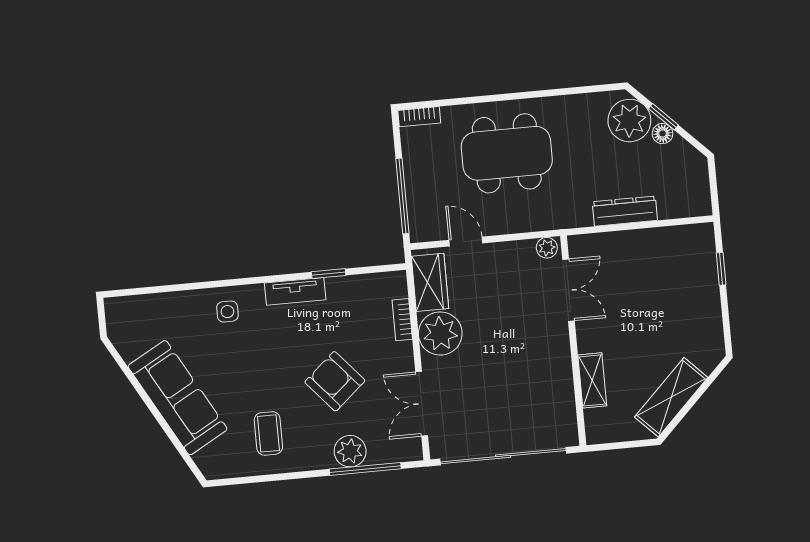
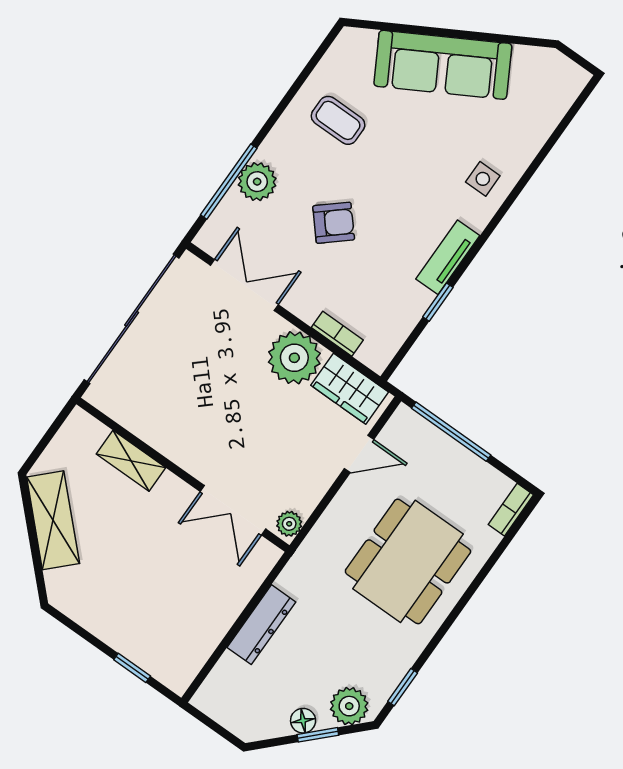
window: (588, 89) -> (403, 687), added
plant: (629, 121) -> (349, 706), width x0.73, depth x0.73
armchair: (335, 381) -> (334, 223), width x0.72, depth x0.72

